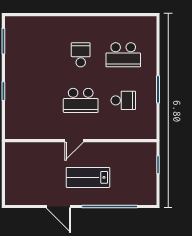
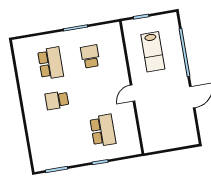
school desk: (81, 100) -> (103, 130), moved
door: (74, 141) -> (133, 93), swing flipped
lab bench: (88, 177) -> (153, 52), moved

